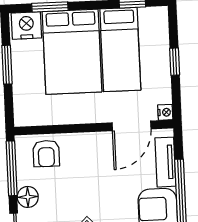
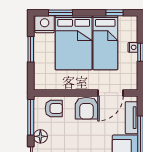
nightstand: (165, 112) -> (133, 47), moved
armchair: (96, 151) -> (86, 108), added
armchair: (46, 153) -> (54, 108), turned -90

